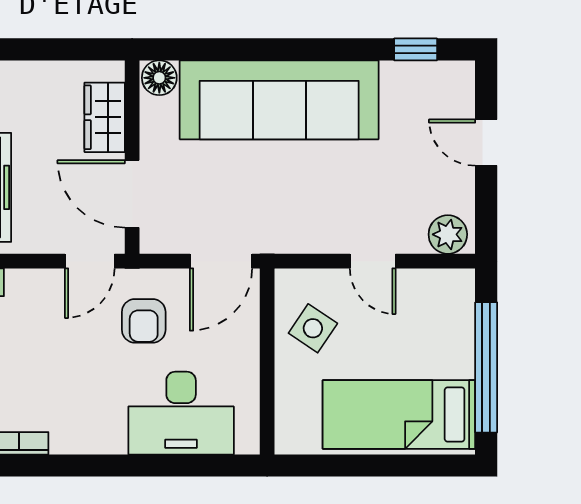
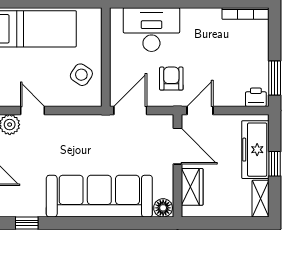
door: (373, 261) -> (32, 110), moved

